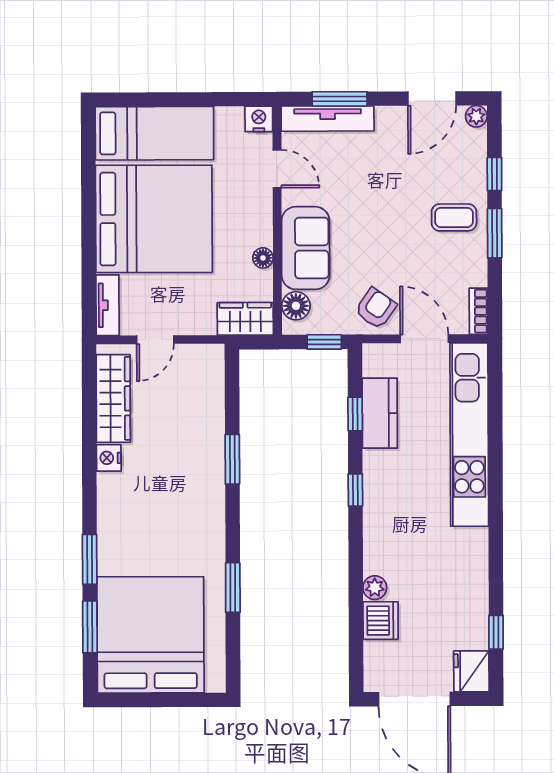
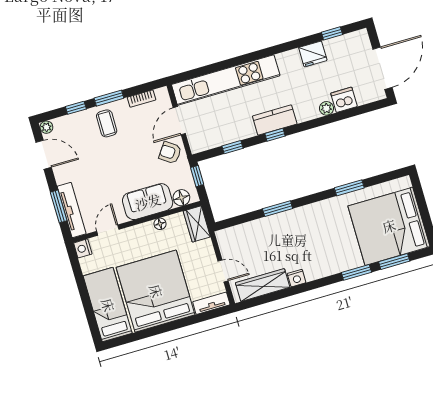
bookcase: (479, 311) -> (142, 99), moved
kitchen counter: (380, 413) -> (275, 120), moved
fridge: (471, 671) -> (313, 54), moved

